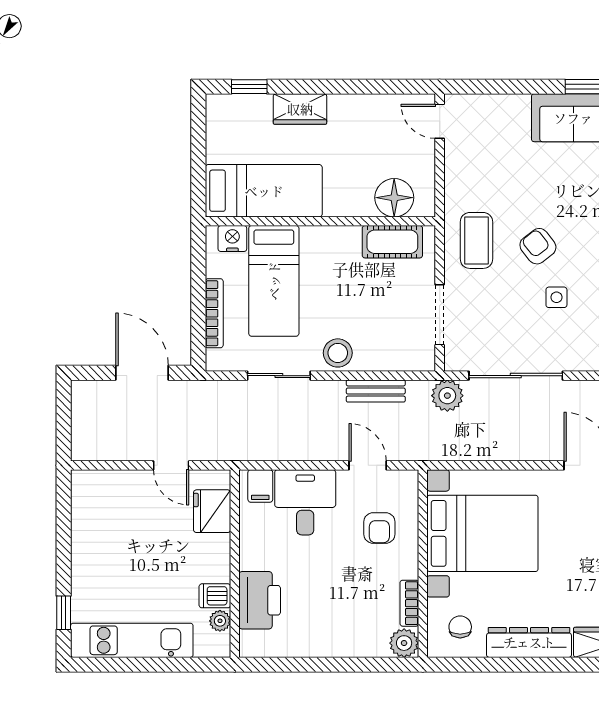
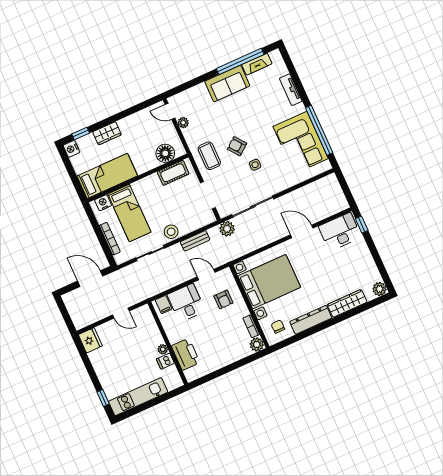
nightstand: (219, 108) -> (72, 149), added
plant: (455, 154) -> (183, 123), added
fridge: (212, 511) -> (90, 340), moved, turned 180
plant: (220, 621) -> (163, 349), moved

